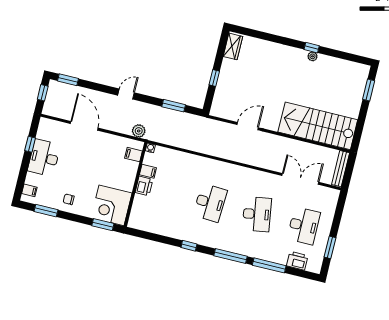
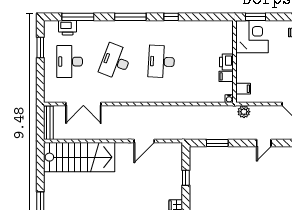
desk: (257, 214) -> (115, 62), turned 30
window: (269, 265) -> (78, 17), moved

